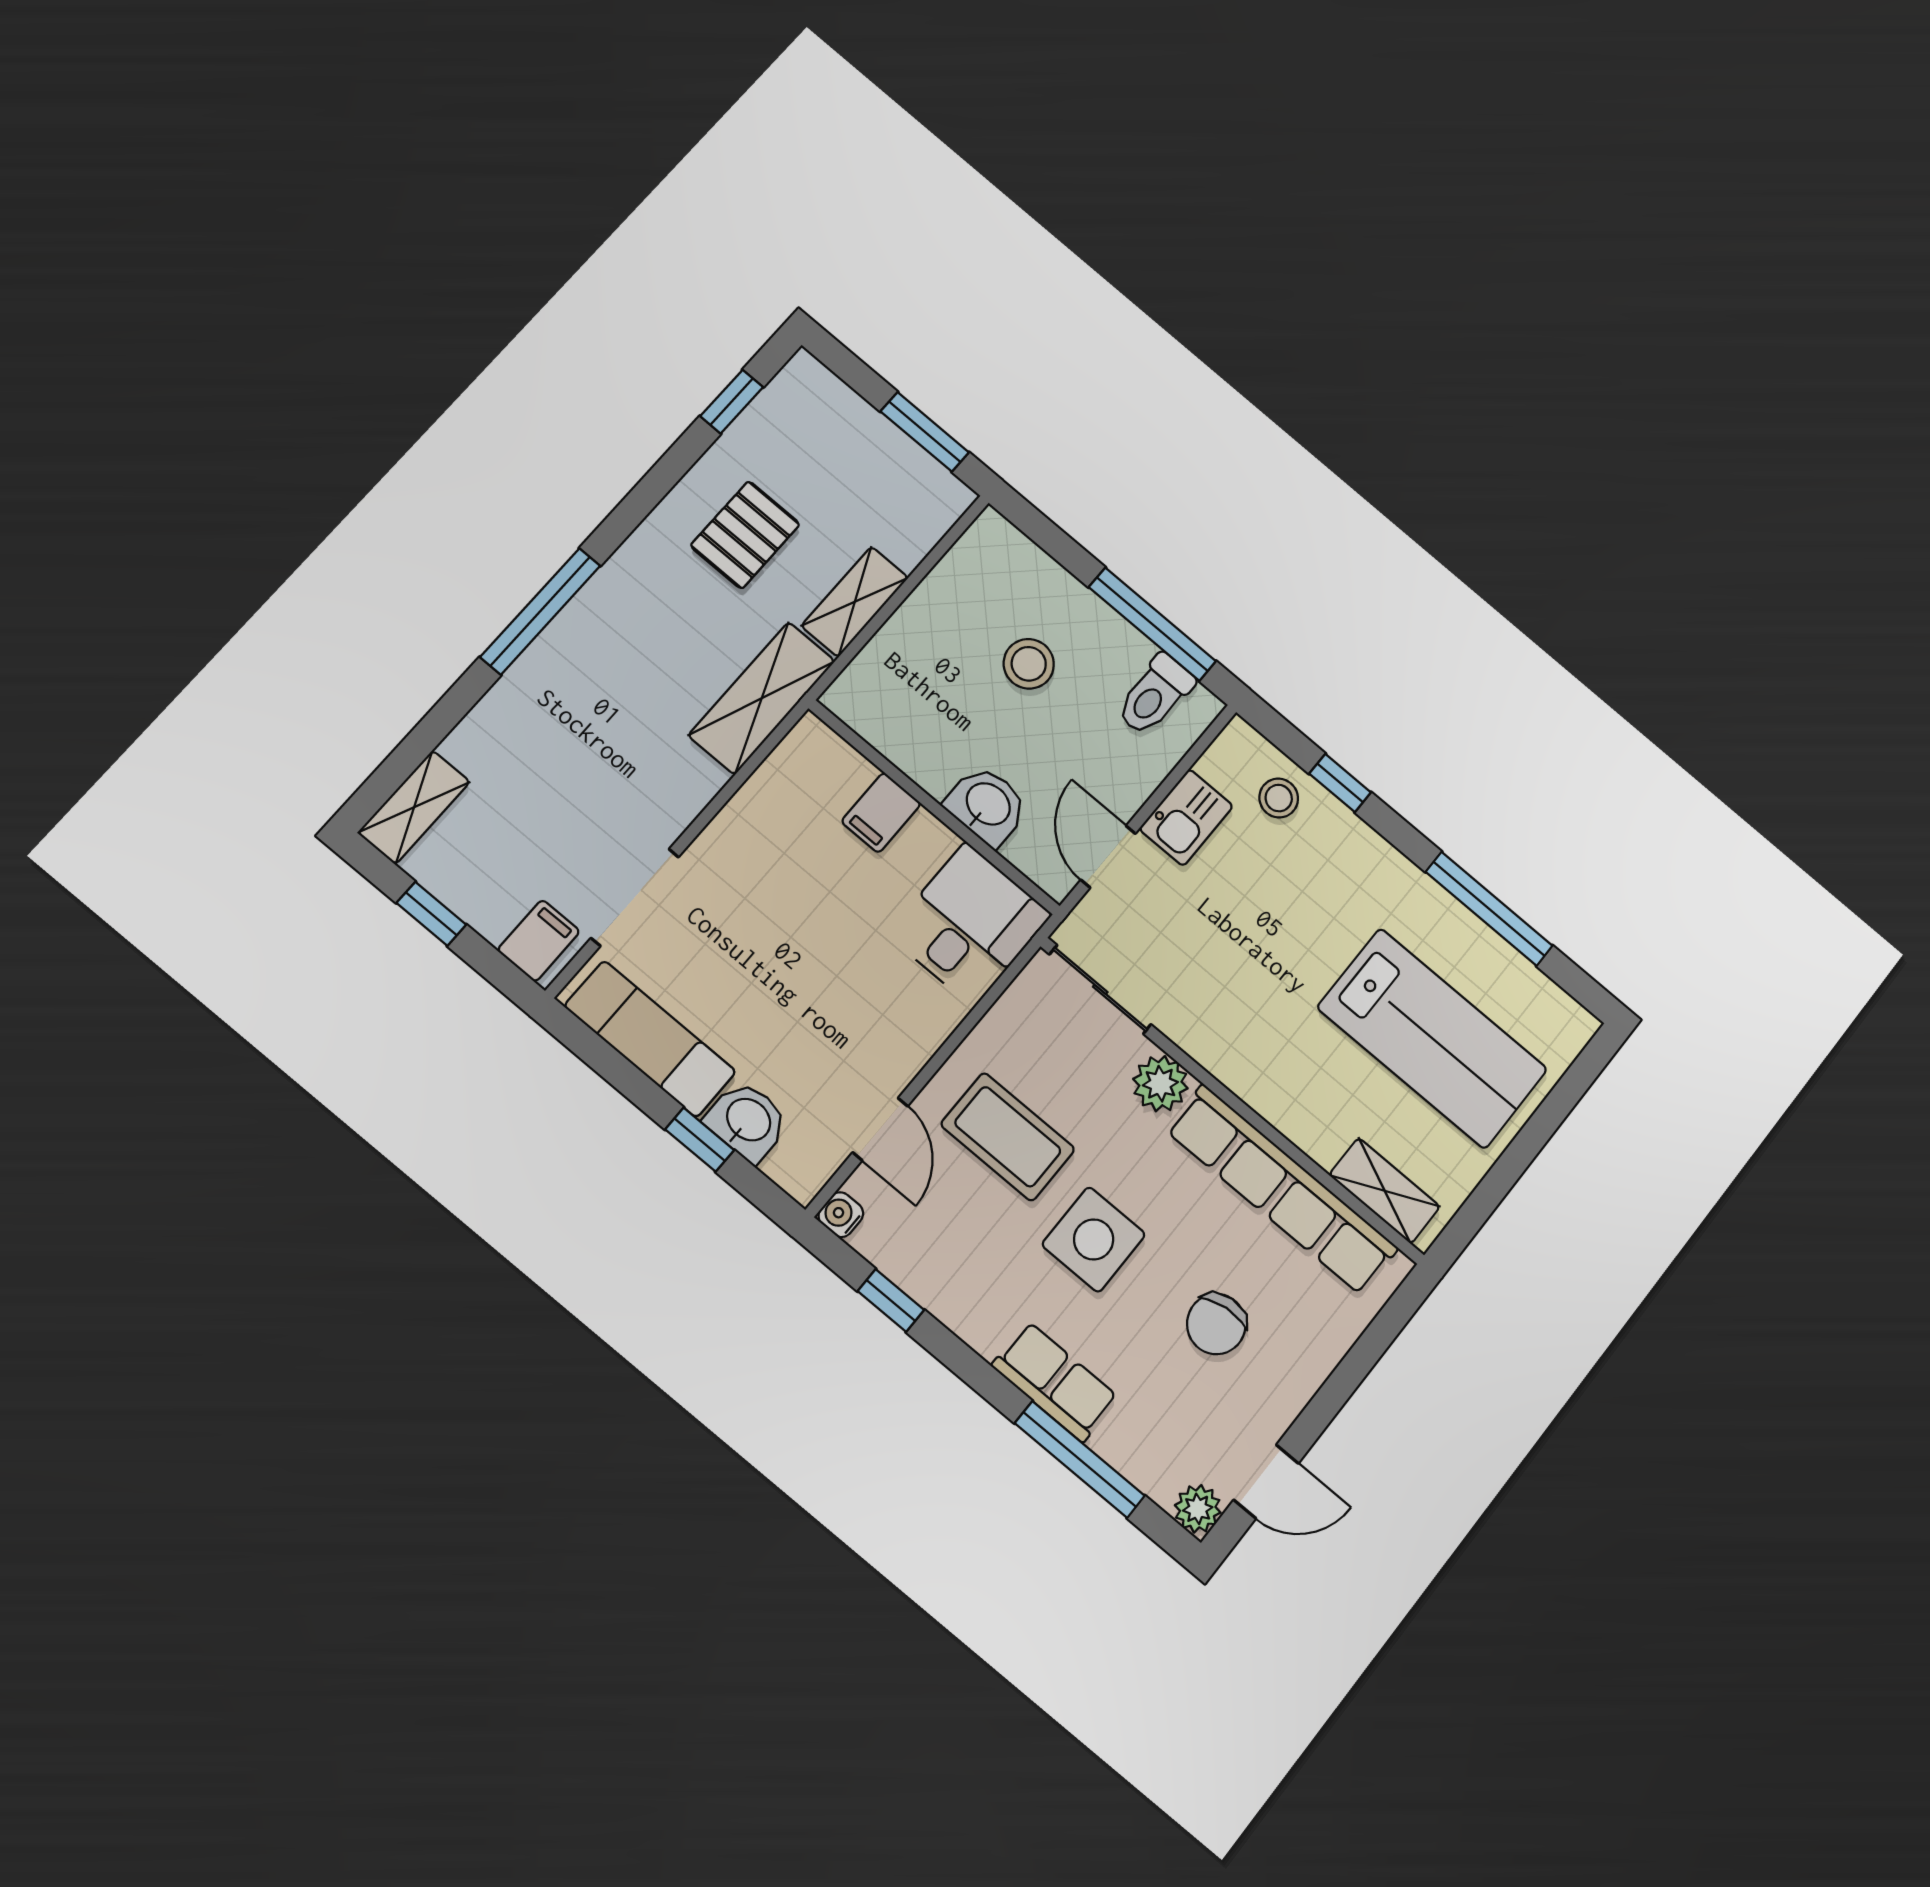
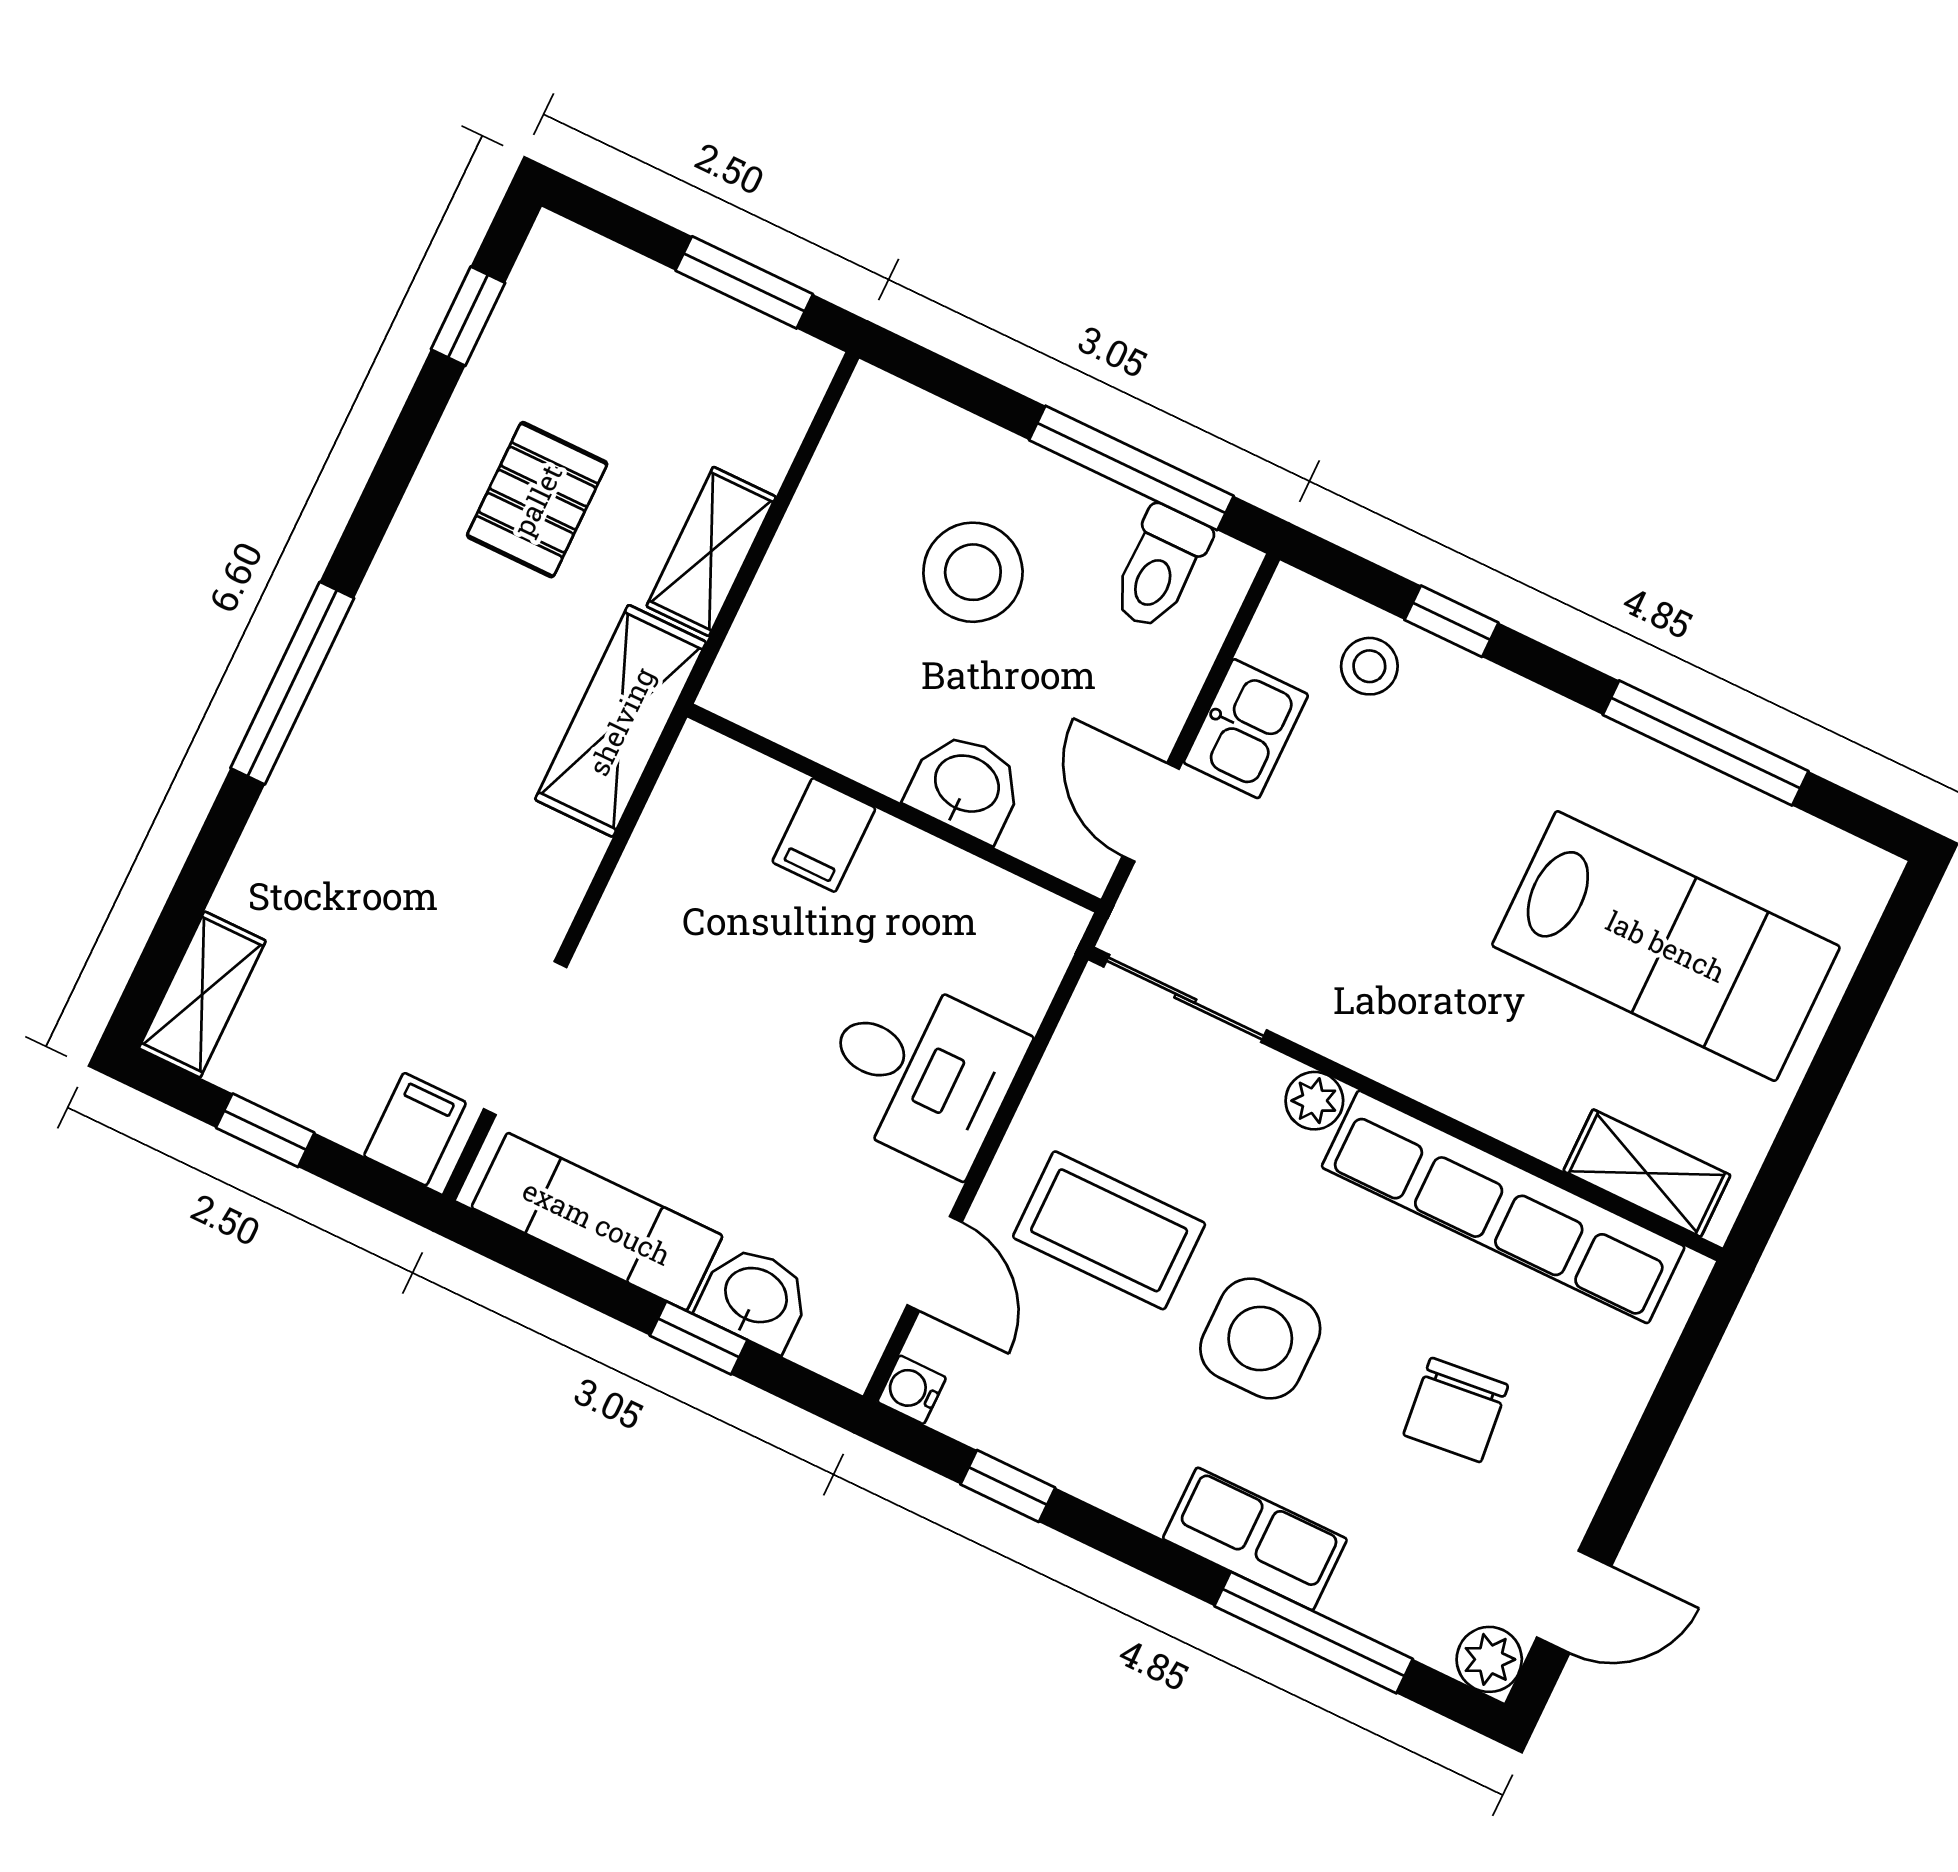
stool: (1029, 664) -> (973, 572), width x1.38, depth x1.38
desk: (970, 924) -> (921, 1072), moved, turned 90
plant: (1160, 1084) -> (1314, 1101), width x0.73, depth x0.73

